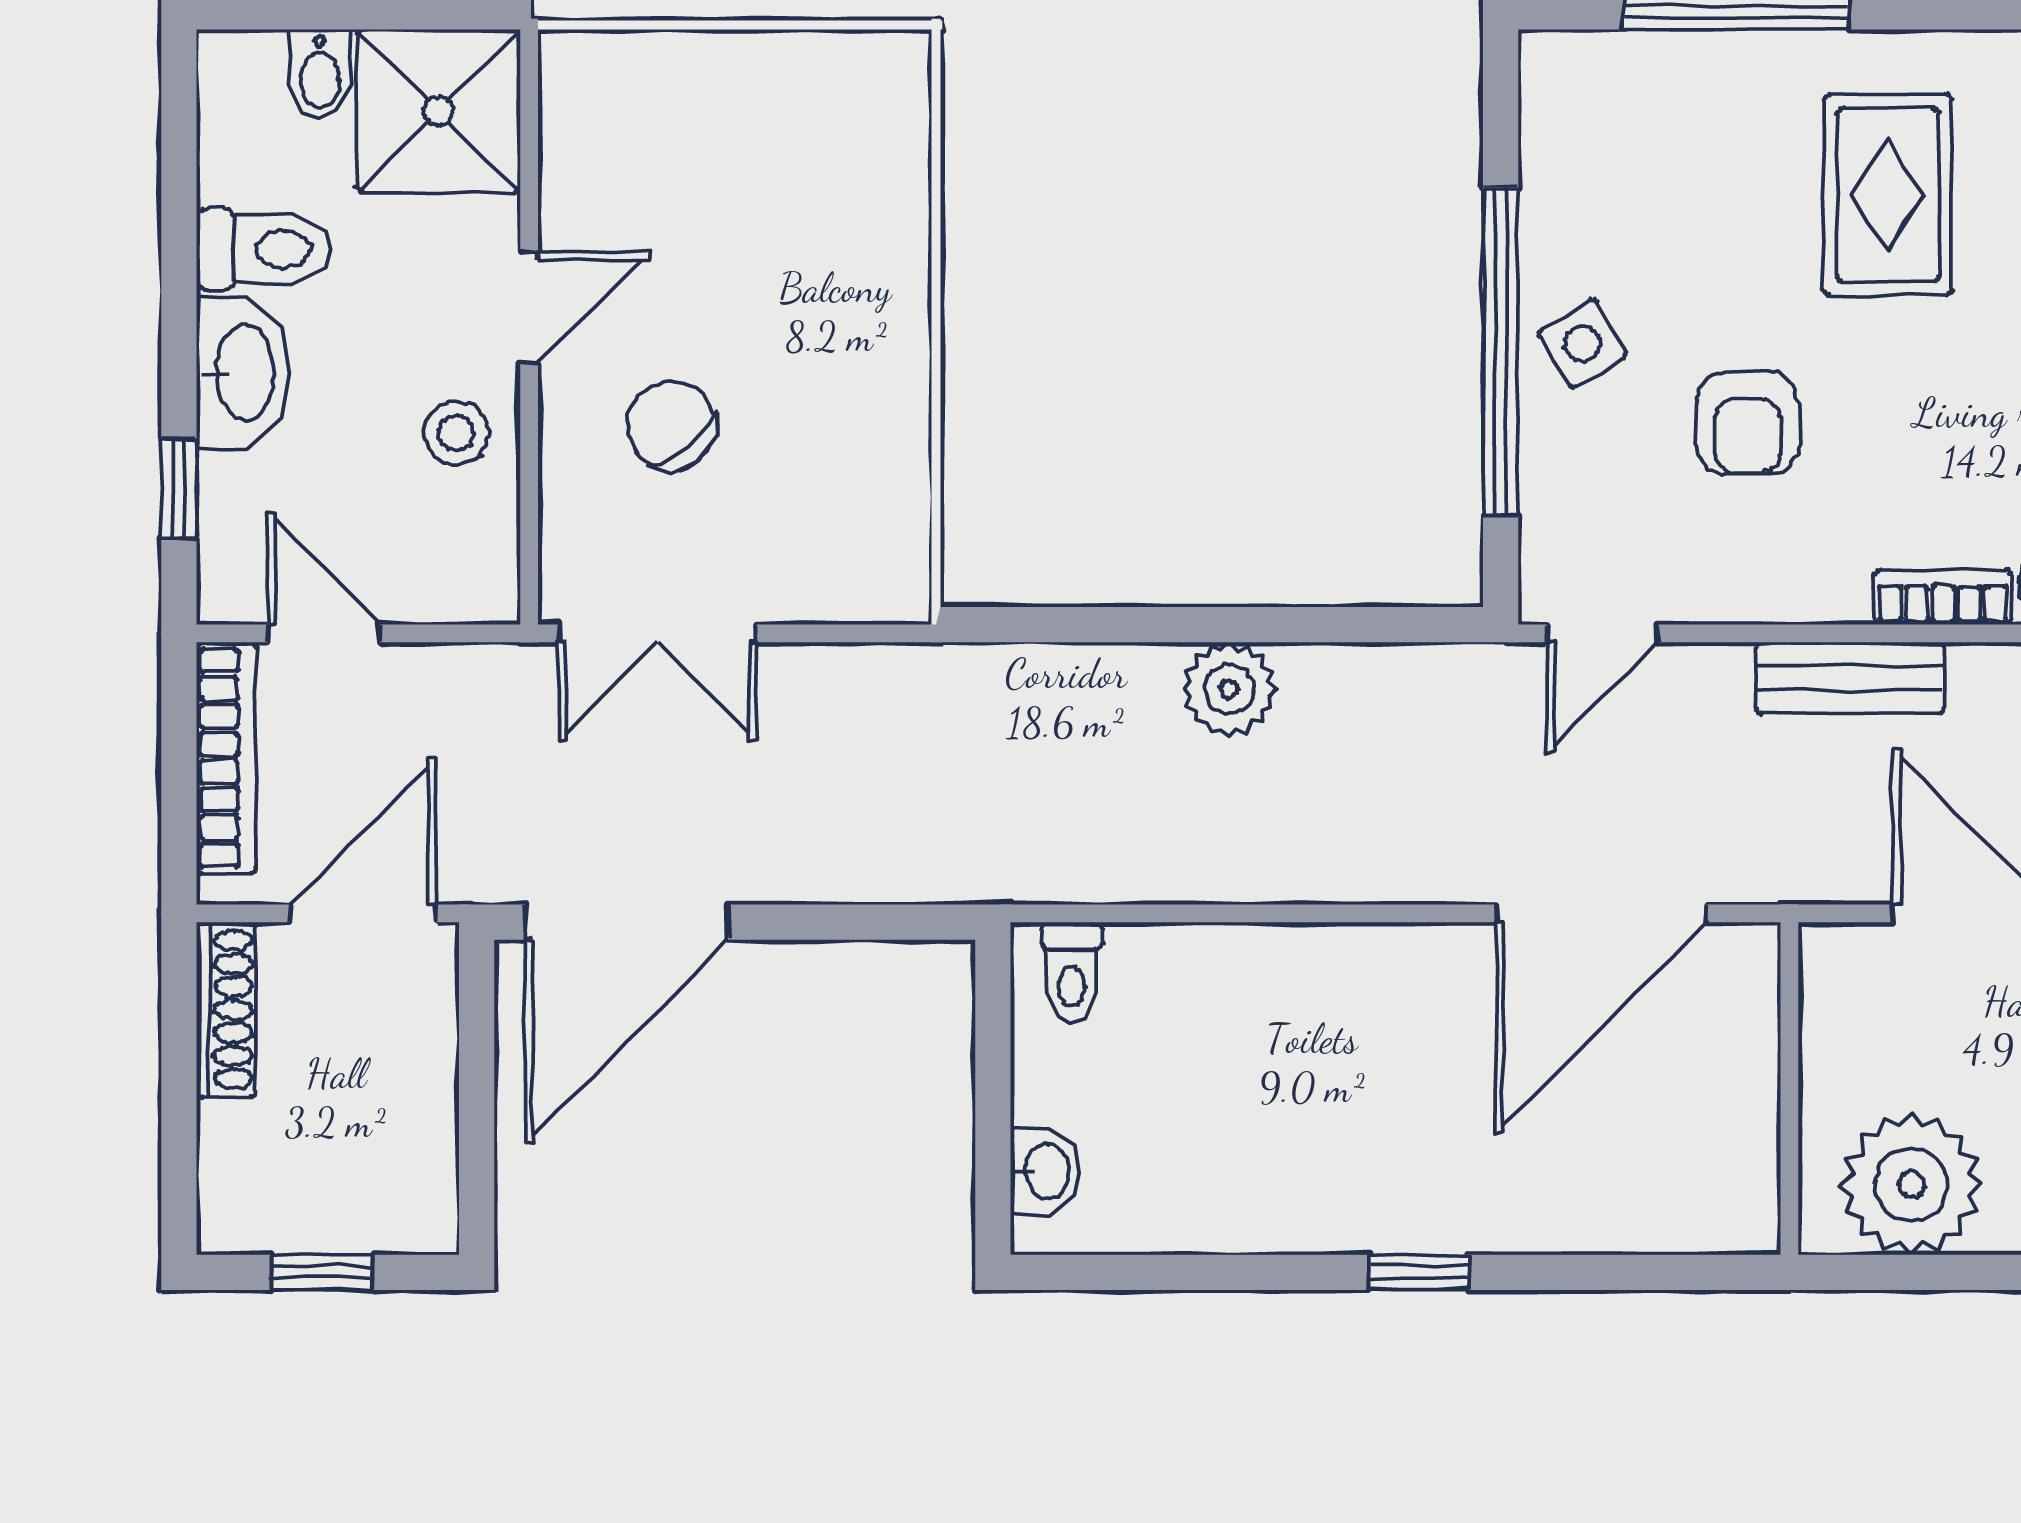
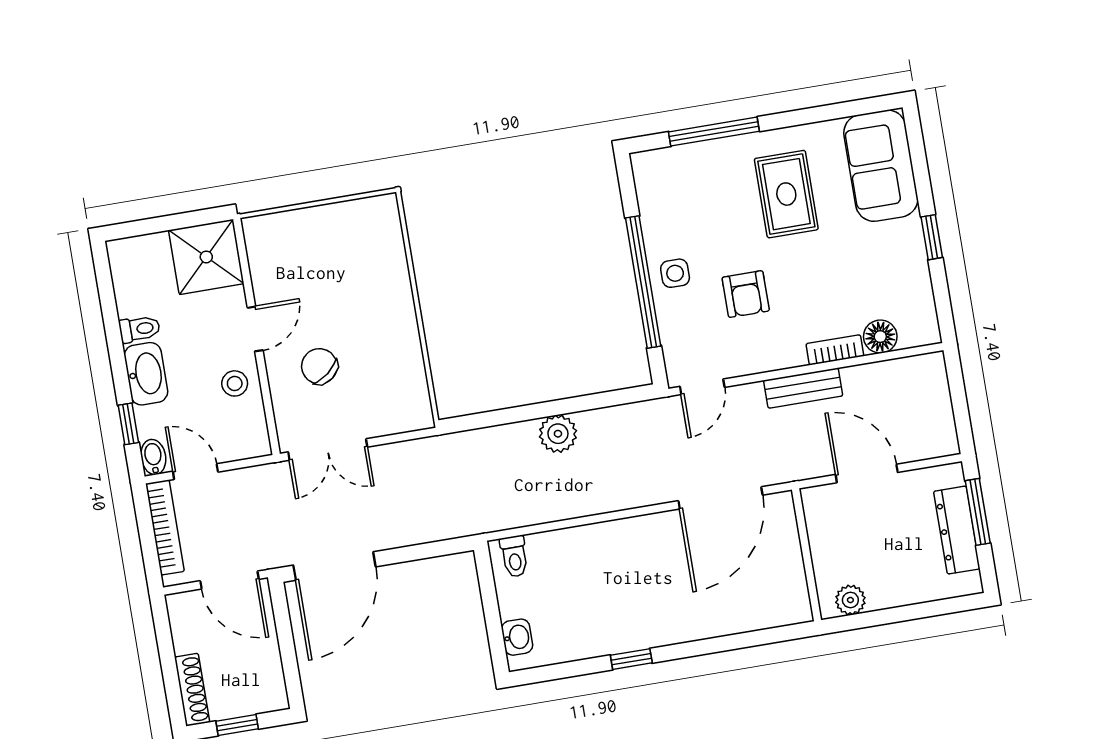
bidet: (320, 74) -> (153, 457), moved, turned 180
toilet: (264, 249) -> (140, 329), width x0.73, depth x0.72
side table: (1582, 343) -> (675, 273), turned 31
door: (363, 913) -> (229, 580), swing flipped
shoe rack: (226, 1010) -> (192, 690), moved
plant: (1911, 1185) -> (850, 600), width x0.53, depth x0.53
window: (1419, 1272) -> (631, 659), moved

